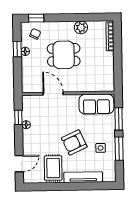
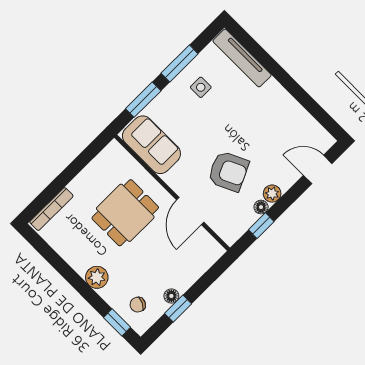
plant: (81, 27) -> (97, 277), moved
dining table: (64, 55) -> (125, 213), moved, turned 90
plant: (27, 135) -> (272, 194), added
armchair: (74, 142) -> (228, 171), moved
rug: (53, 168) -> (282, 122), removed
tv unit: (83, 177) -> (242, 58), moved

